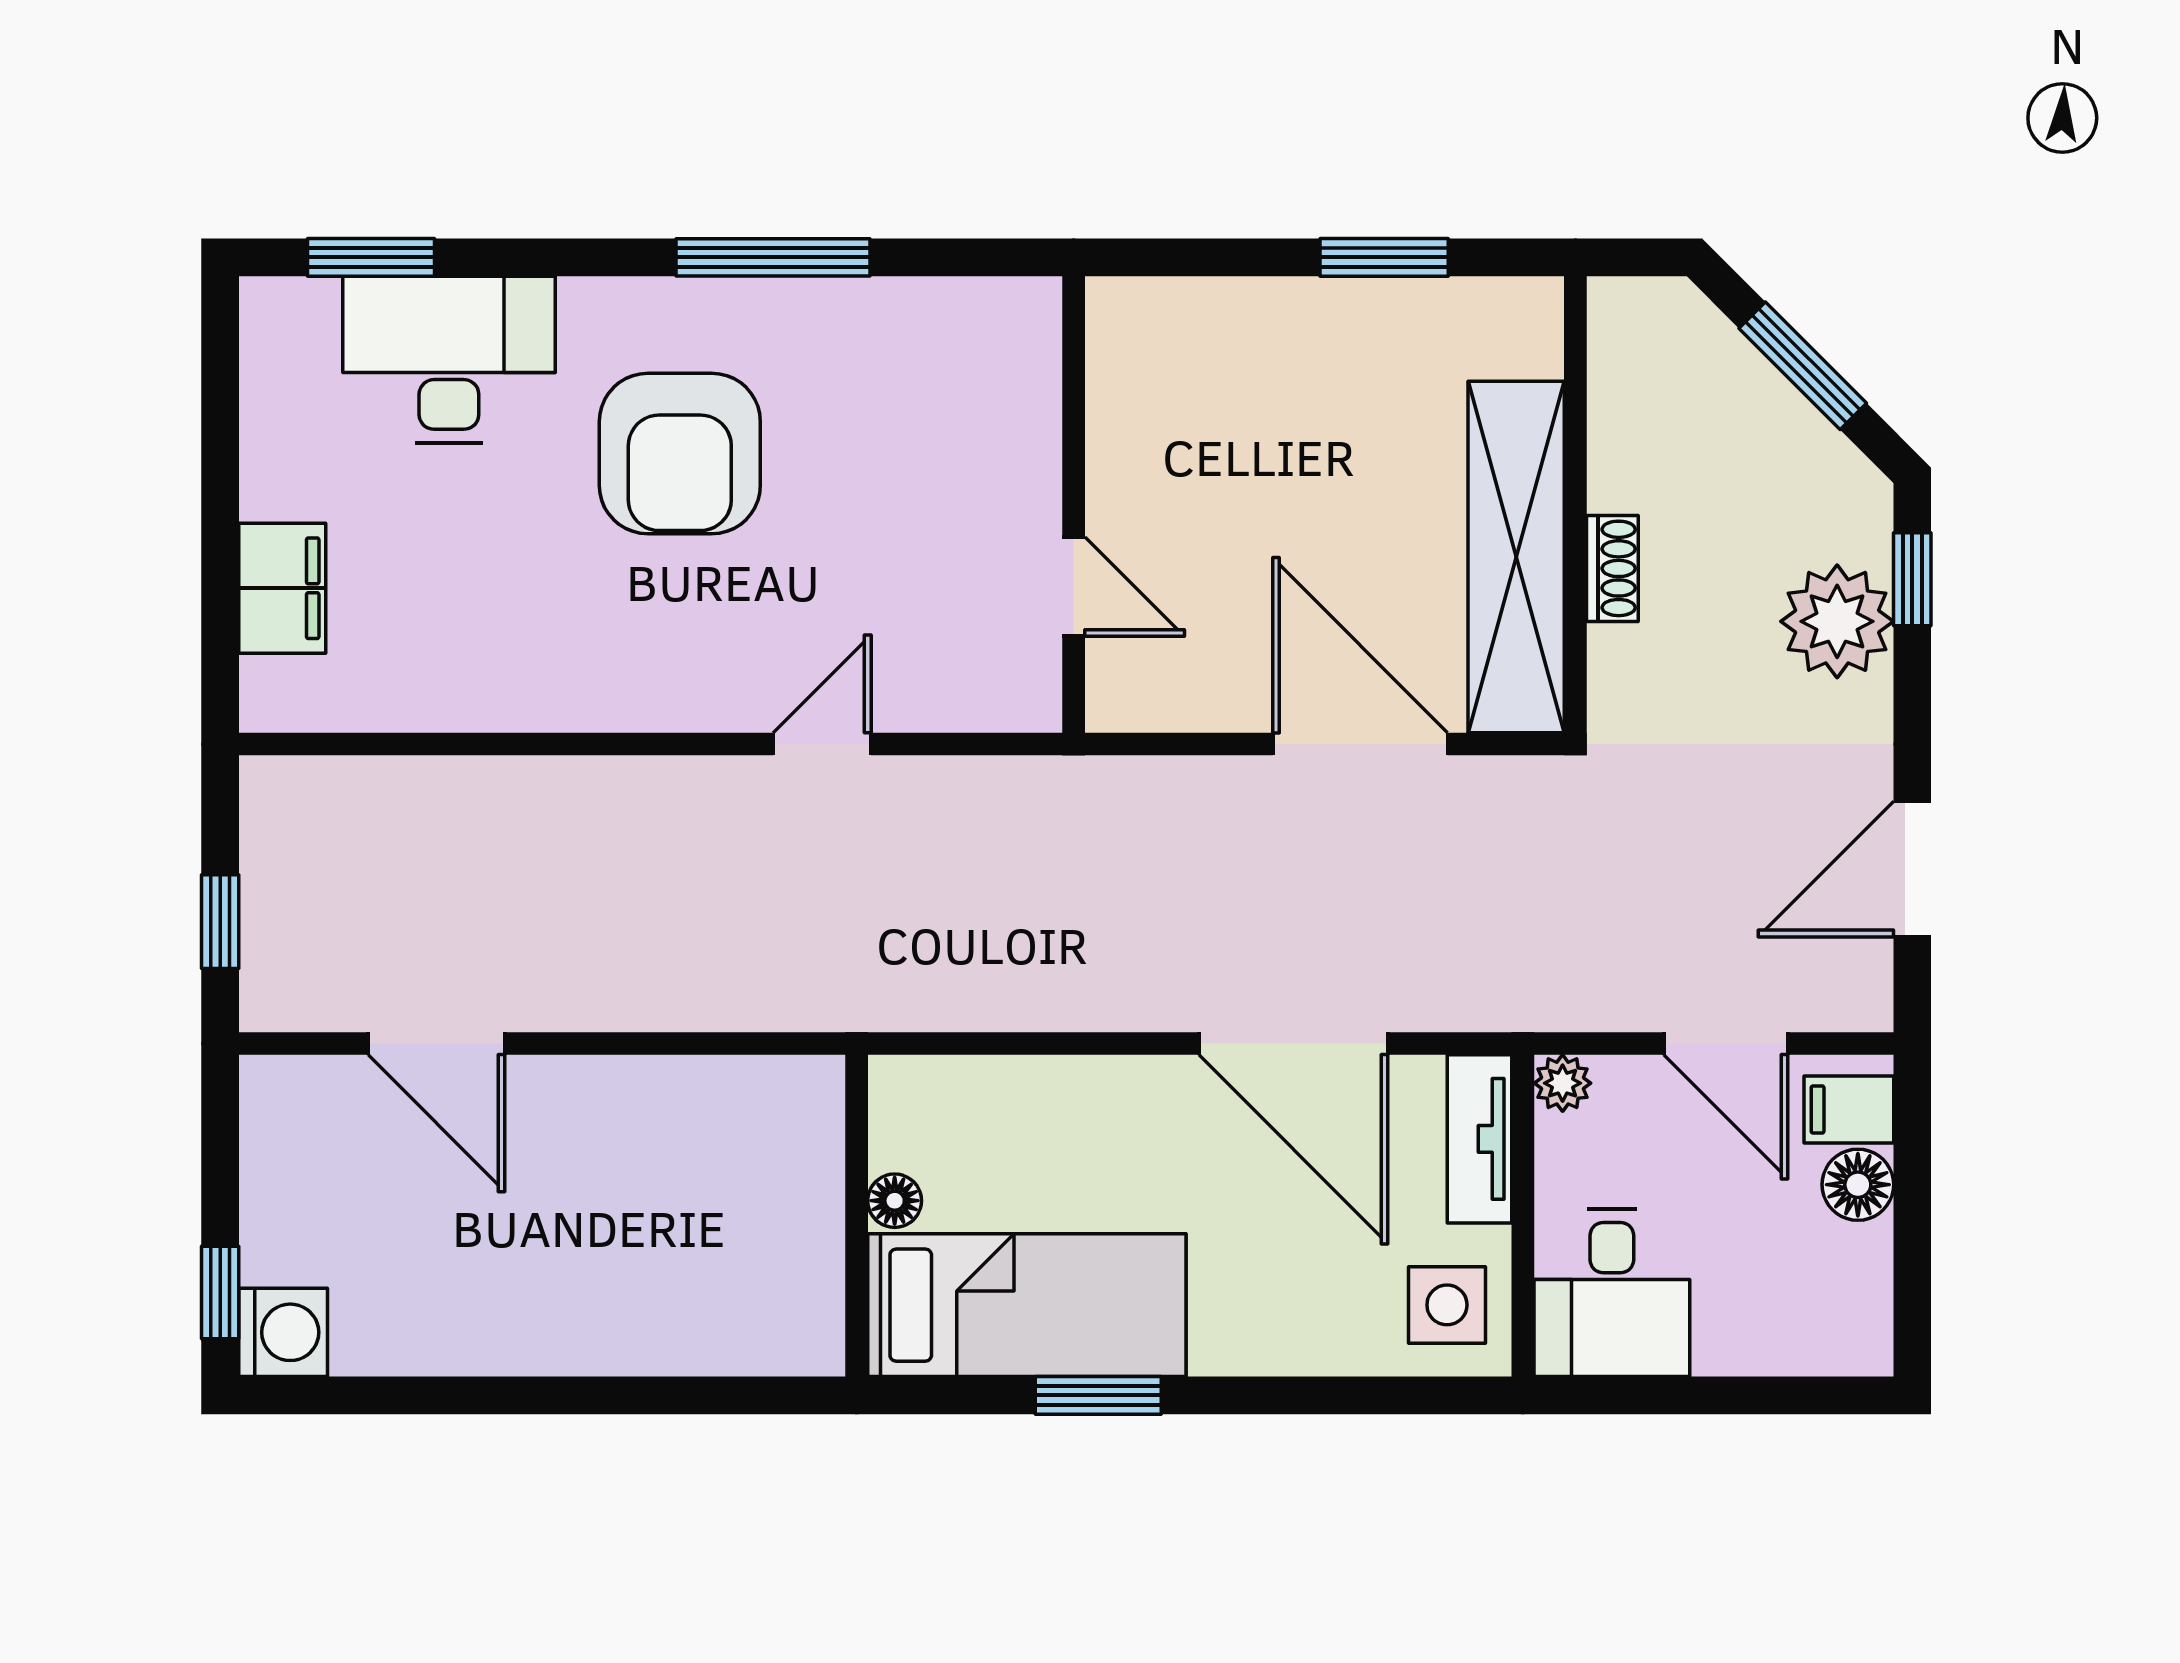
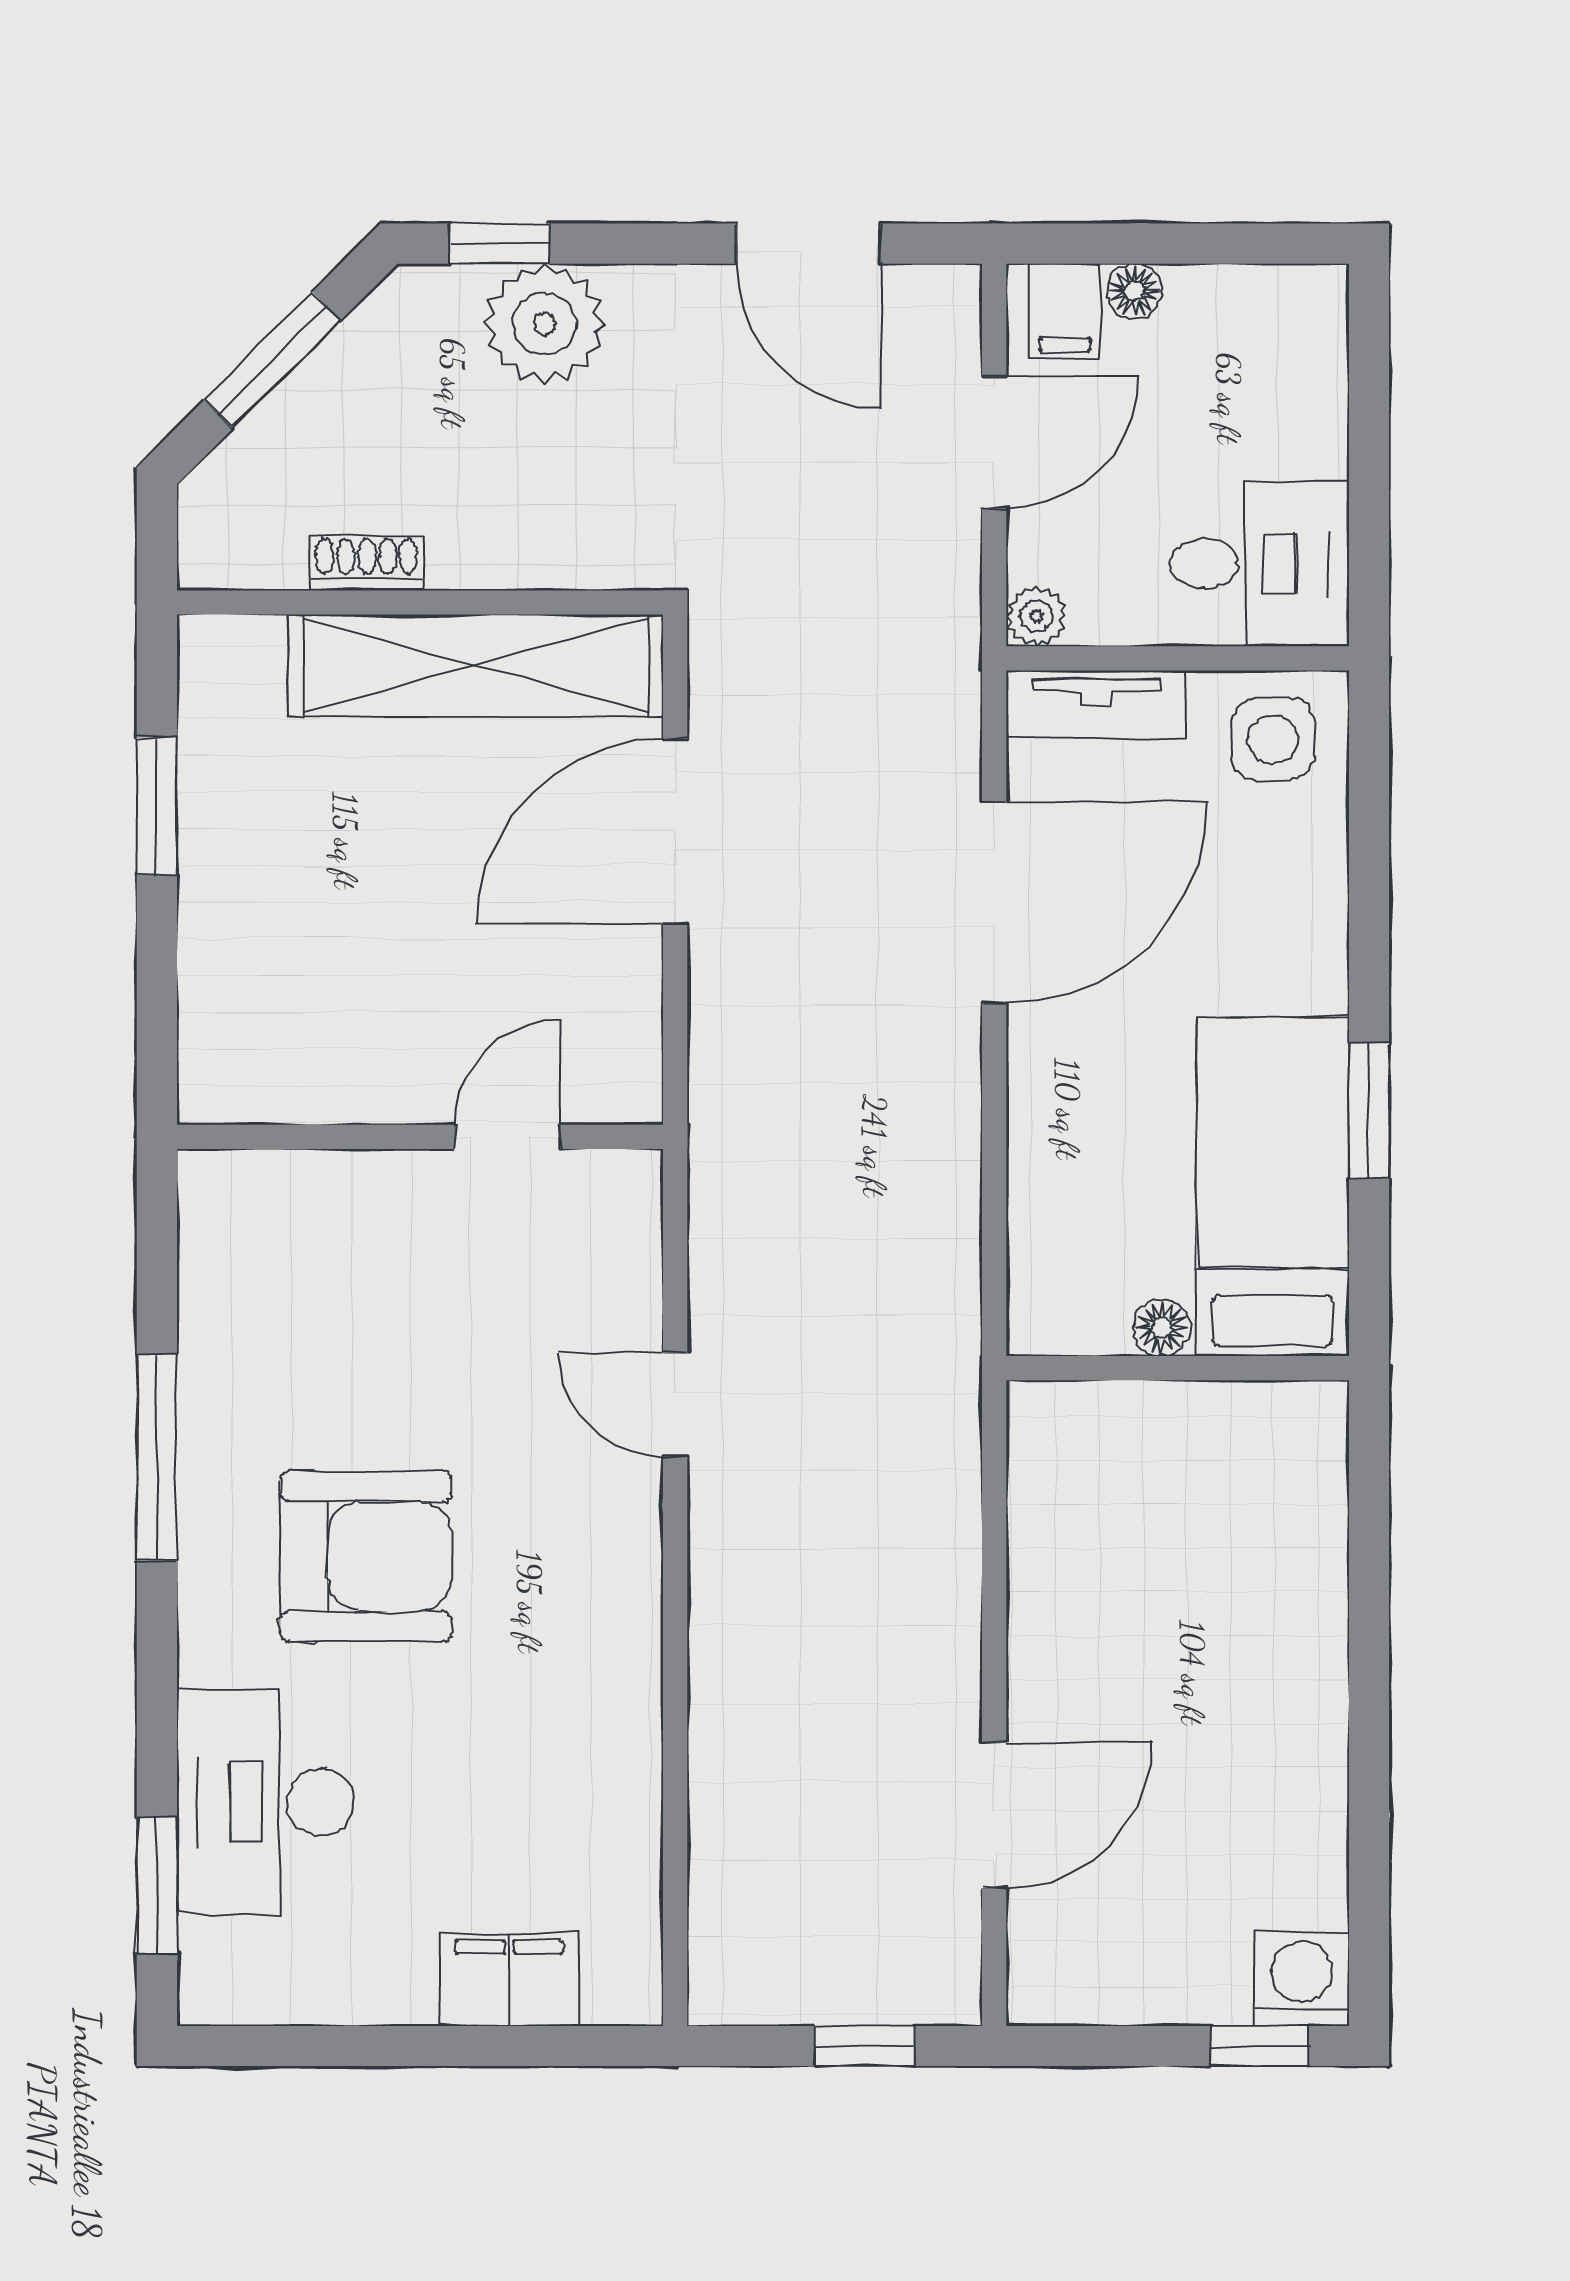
shoe rack: (1612, 568) -> (367, 563), moved
floor lamp: (1858, 1185) -> (1134, 291), width x0.73, depth x0.73

